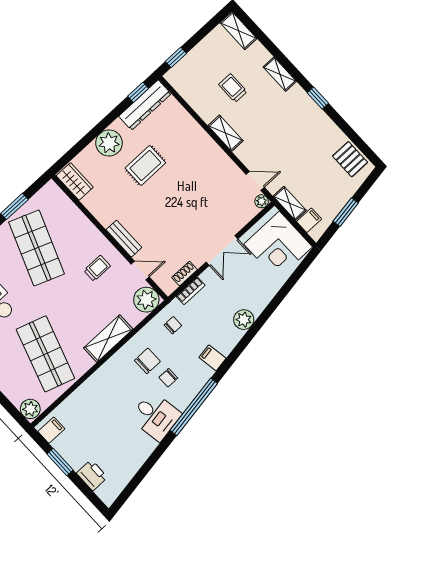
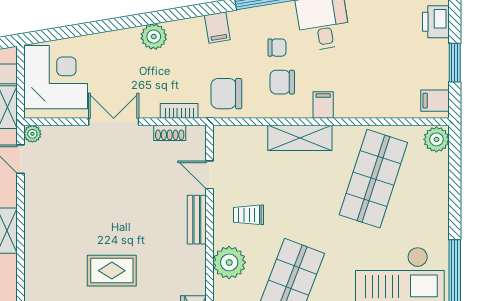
plant: (146, 300) -> (229, 262), moved
chair: (173, 325) -> (226, 94), width x1.87, depth x1.87
filing cabinet: (112, 369) -> (323, 105), added

